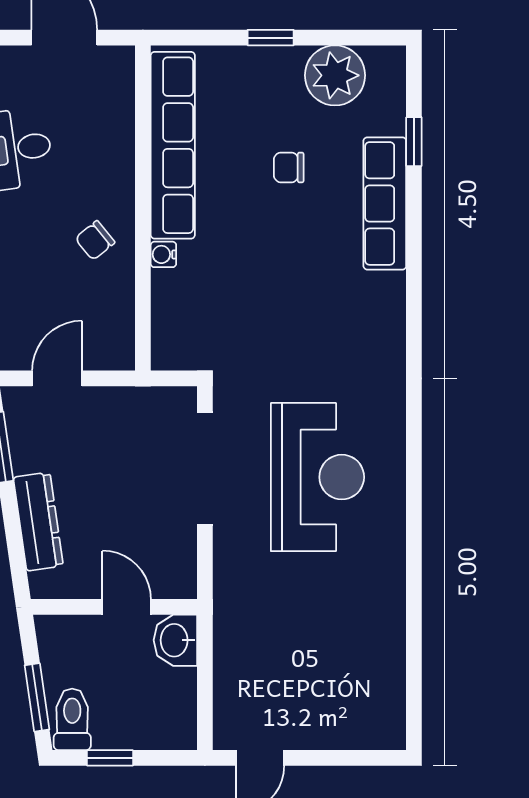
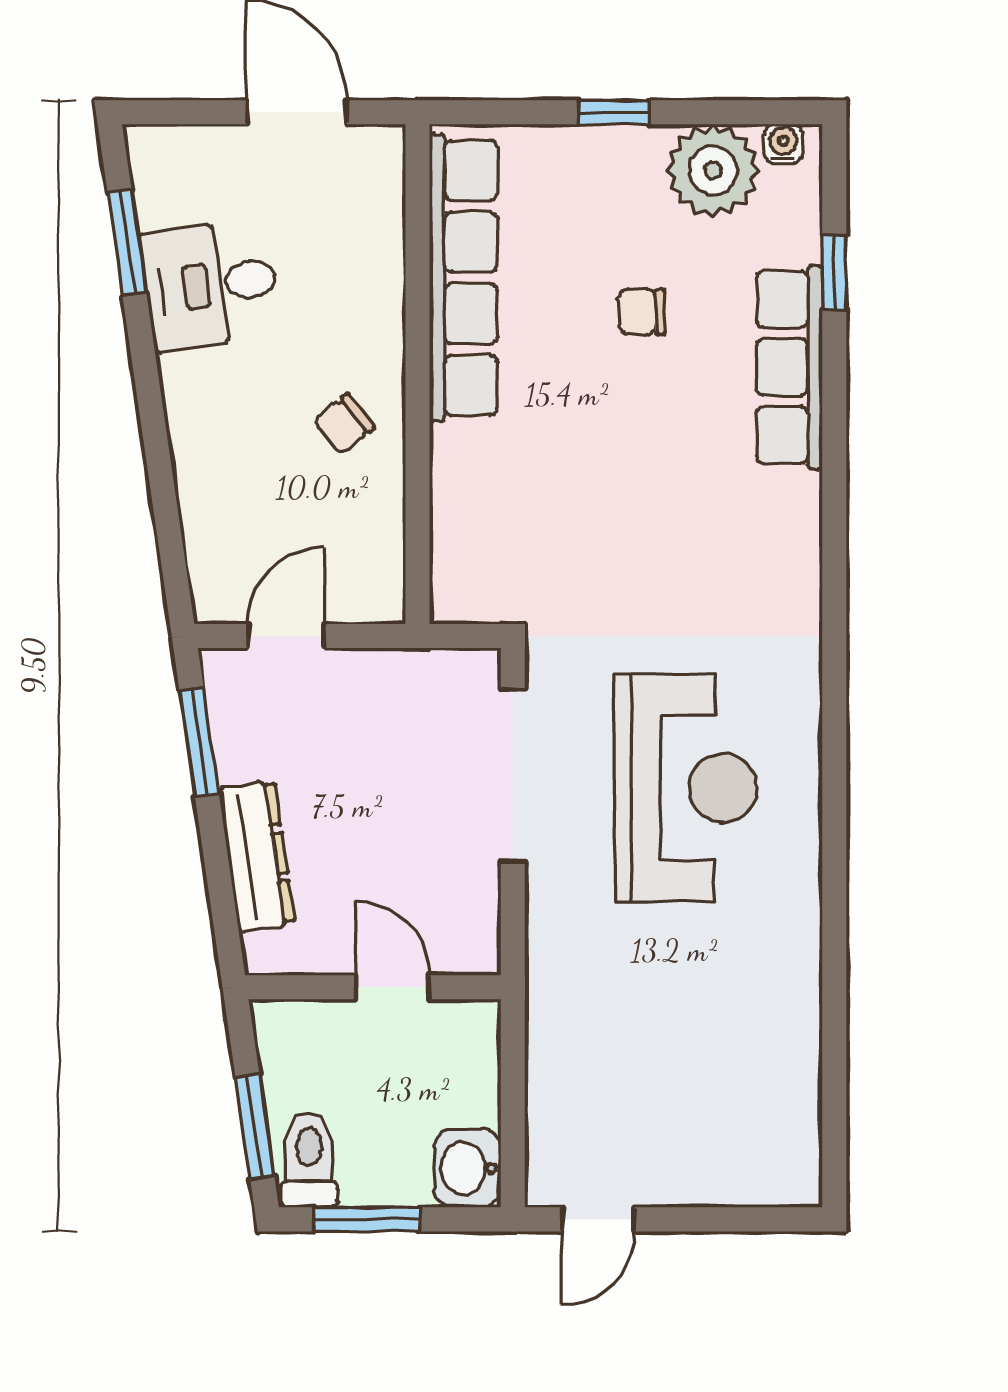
water cooler: (163, 254) -> (783, 144), moved, turned 90
washbasin: (175, 640) -> (468, 1168), moved
window: (110, 758) -> (367, 1219), width x1.50

